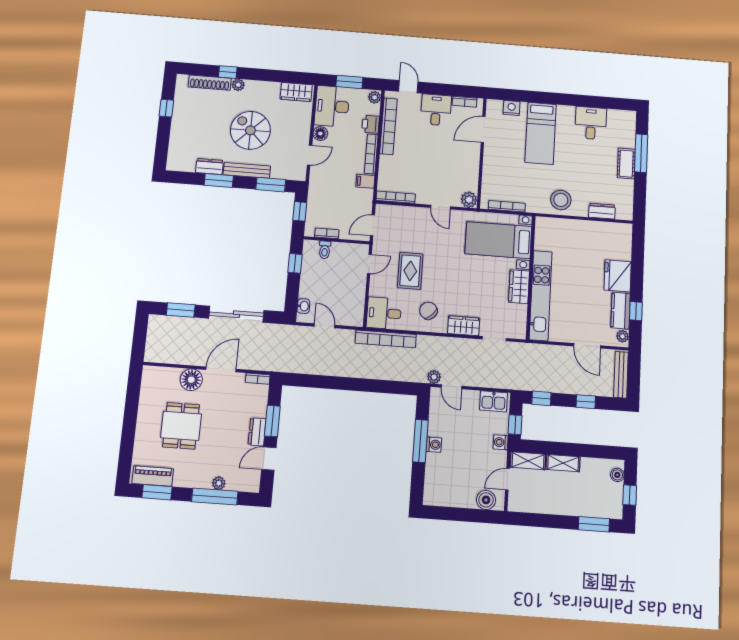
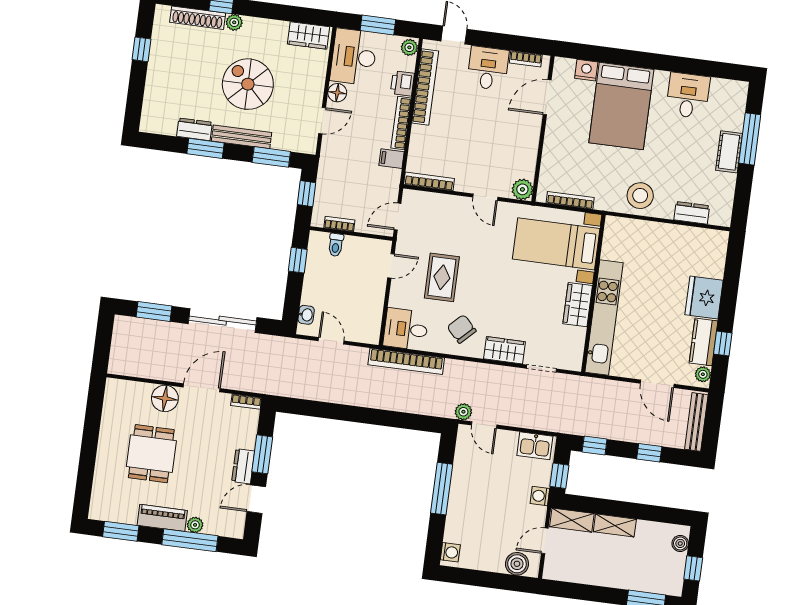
bed: (541, 133) -> (621, 106), width x1.50
washing machine: (434, 445) -> (450, 552), moved
piano: (153, 476) -> (162, 518), moved

